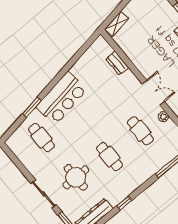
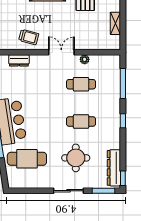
trolley: (143, 55) -> (29, 37), added
cafe table: (41, 138) -> (27, 159), width x1.37, depth x1.35
window: (124, 203) -> (123, 121), moved

